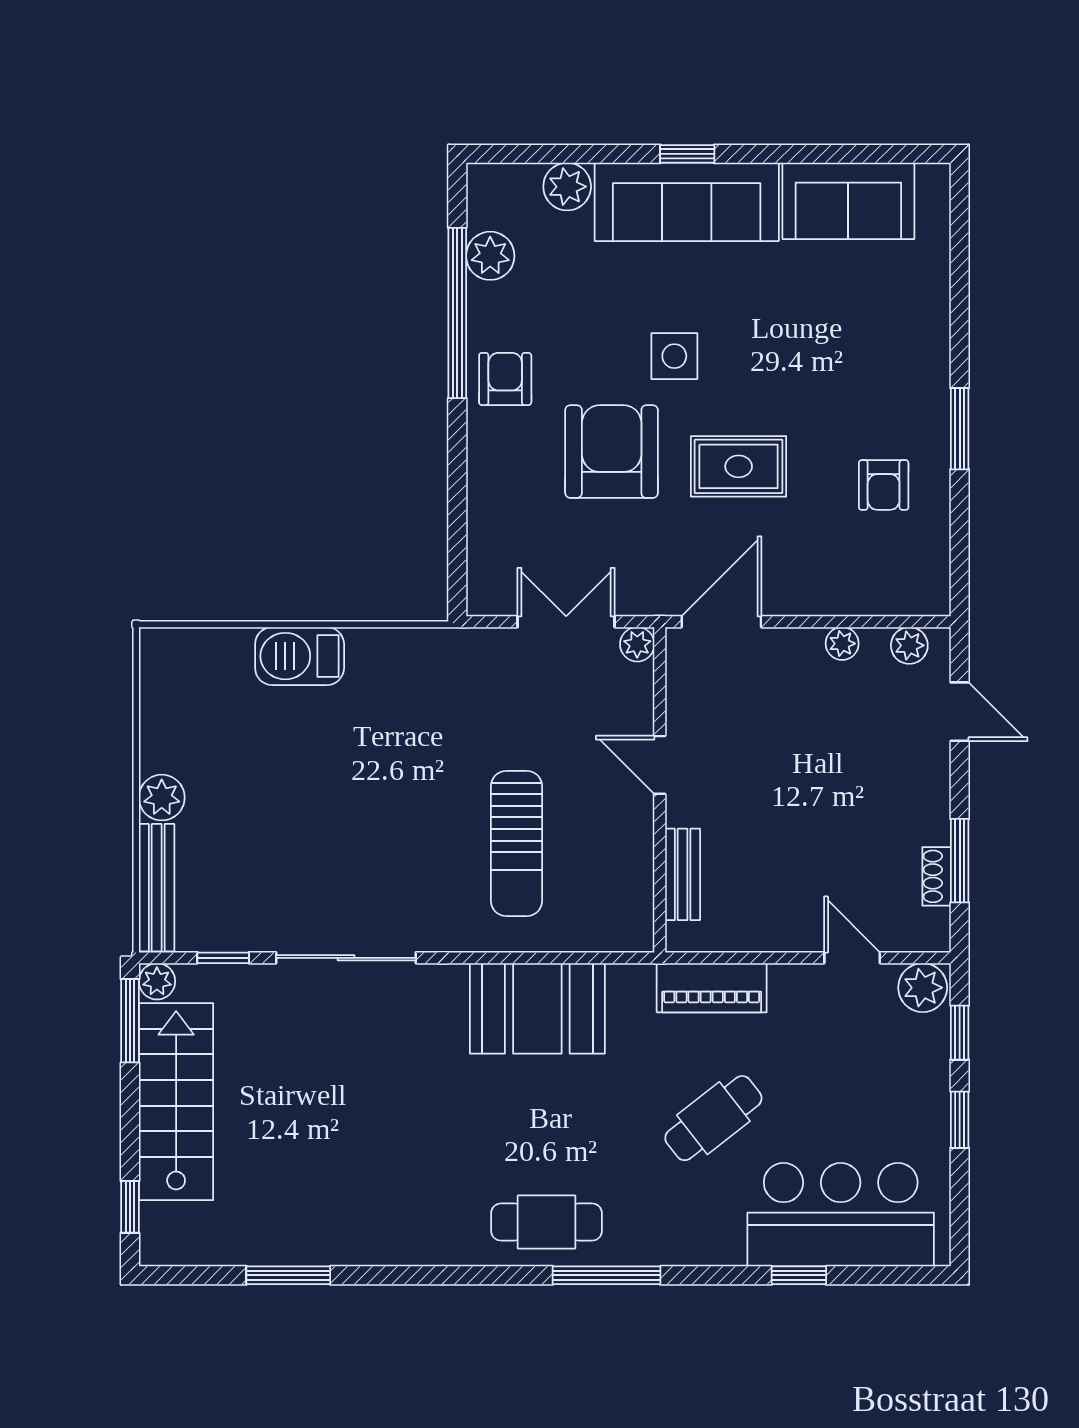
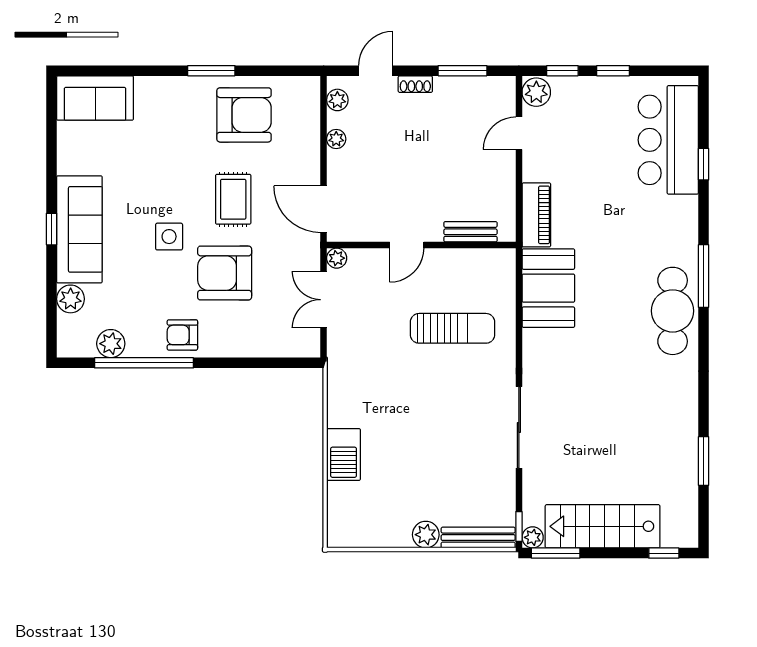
sofa: (848, 201) -> (95, 98), moved, turned 90
armchair: (884, 485) -> (244, 115), width x1.88, depth x1.88
shoe rack: (937, 876) -> (415, 84), moved
window: (223, 958) -> (519, 527), moved
booth: (537, 1008) -> (548, 288), moved
cafe table: (713, 1118) -> (612, 214), removed
cafe table: (547, 1222) -> (673, 311), width x1.37, depth x1.35

